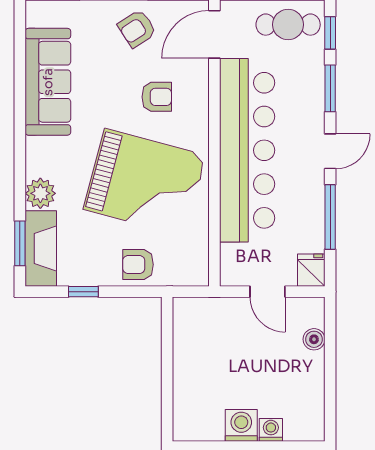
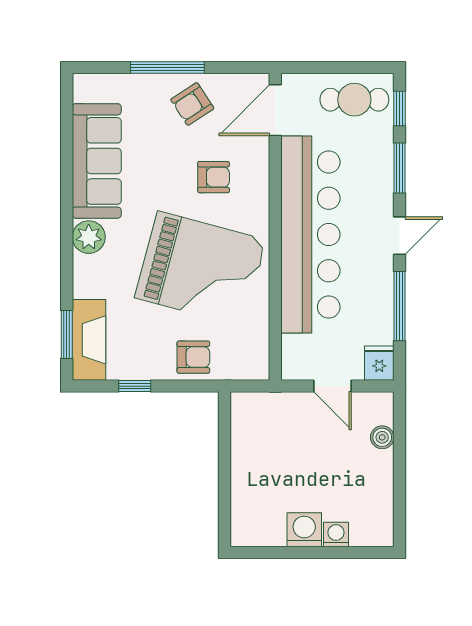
plant: (40, 193) -> (89, 237), moved
armchair: (138, 265) -> (193, 357), turned 180

